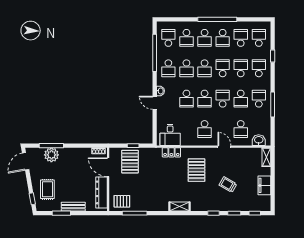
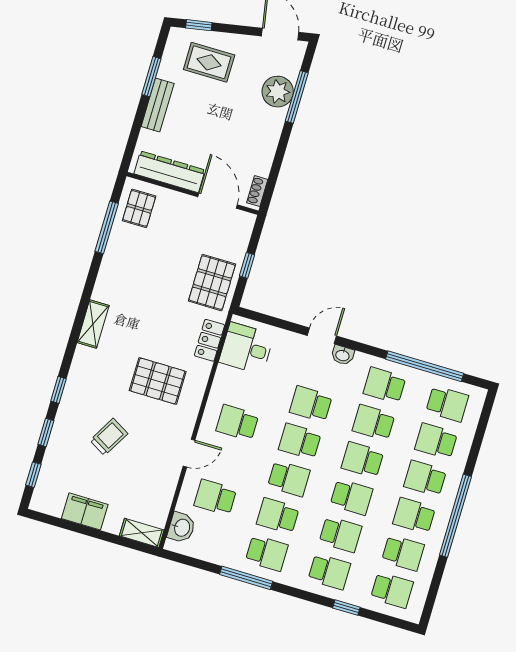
pallet: (130, 162) -> (212, 283), moved, turned 90
door: (108, 167) -> (218, 201), hinge flipped

